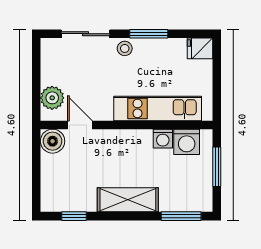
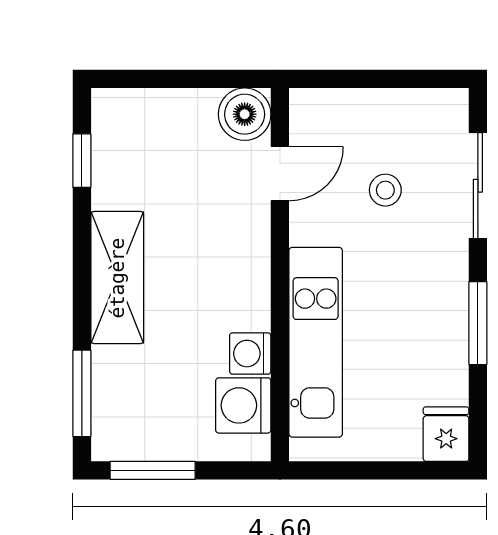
stool: (125, 48) -> (385, 190), moved
plant: (52, 98) -> (339, 113), removed
window: (217, 167) -> (153, 470), moved

